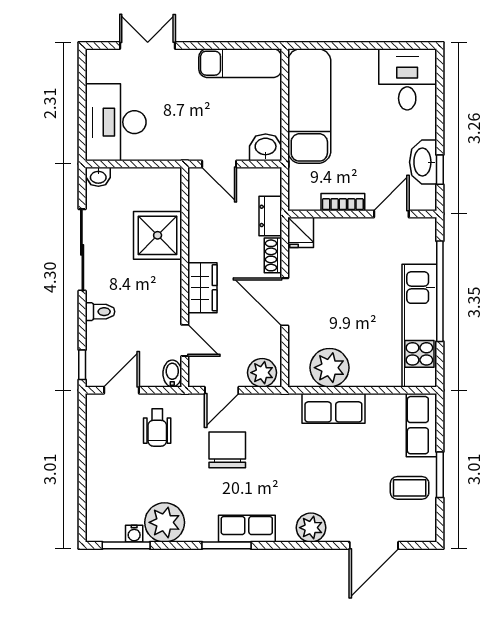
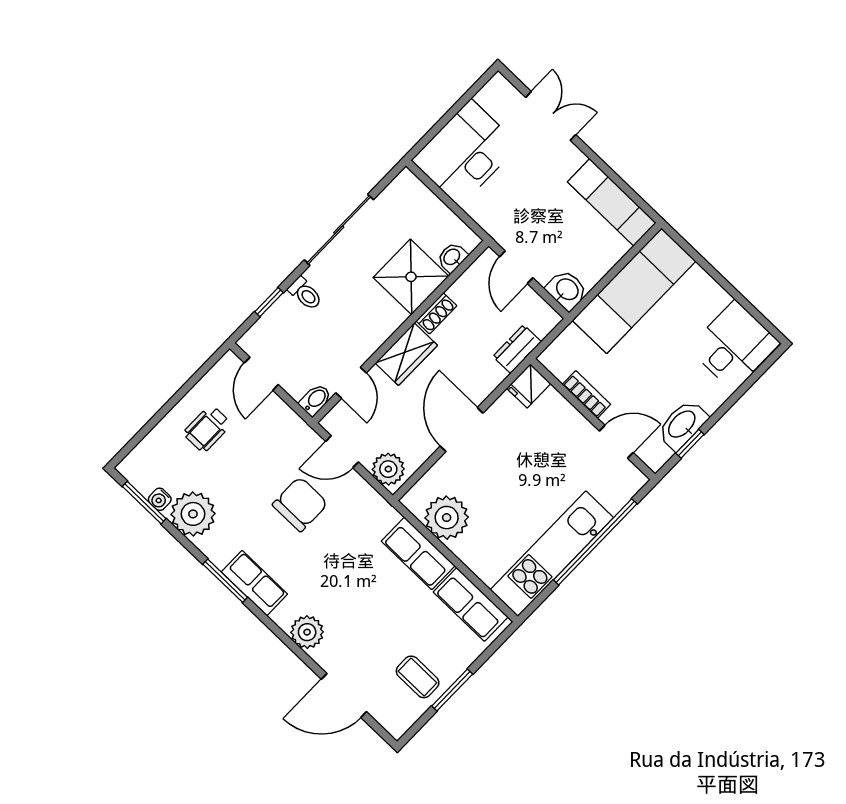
washbasin: (98, 177) -> (452, 257), moved, turned 90
shoe rack: (273, 255) -> (436, 313), moved, turned 180
window: (82, 365) -> (269, 302), moved
door: (122, 390) -> (261, 374), swing flipped
row of seats: (421, 425) -> (471, 604), moved, turned -90
wheelchair: (157, 428) -> (207, 429), moved

